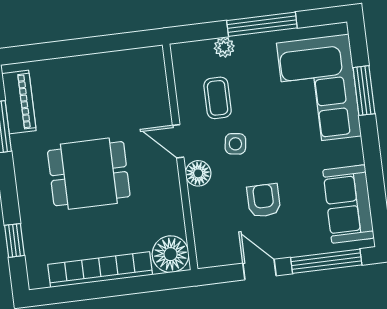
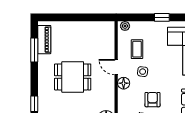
window: (262, 24) -> (162, 17), width x0.46
plant: (224, 47) -> (125, 26), moved

